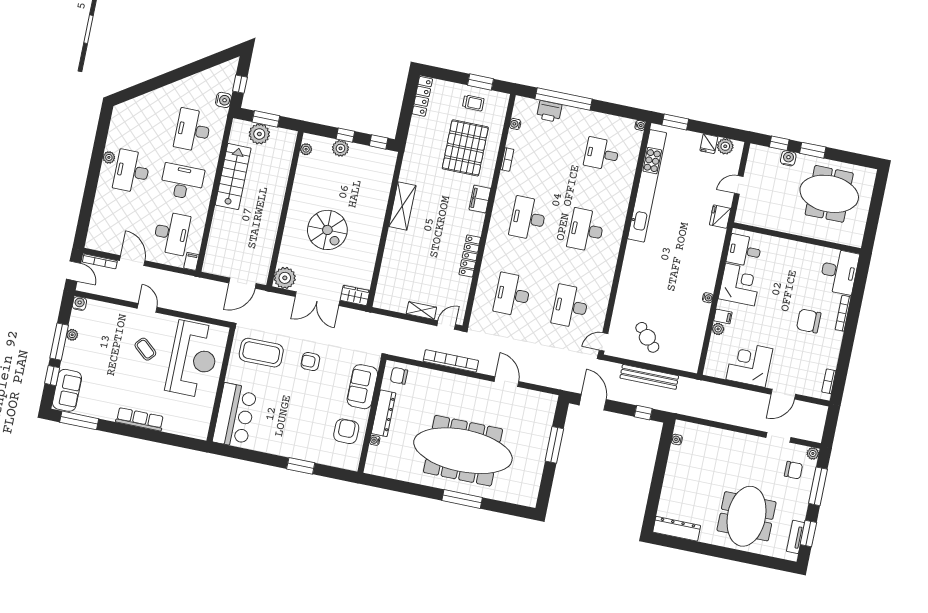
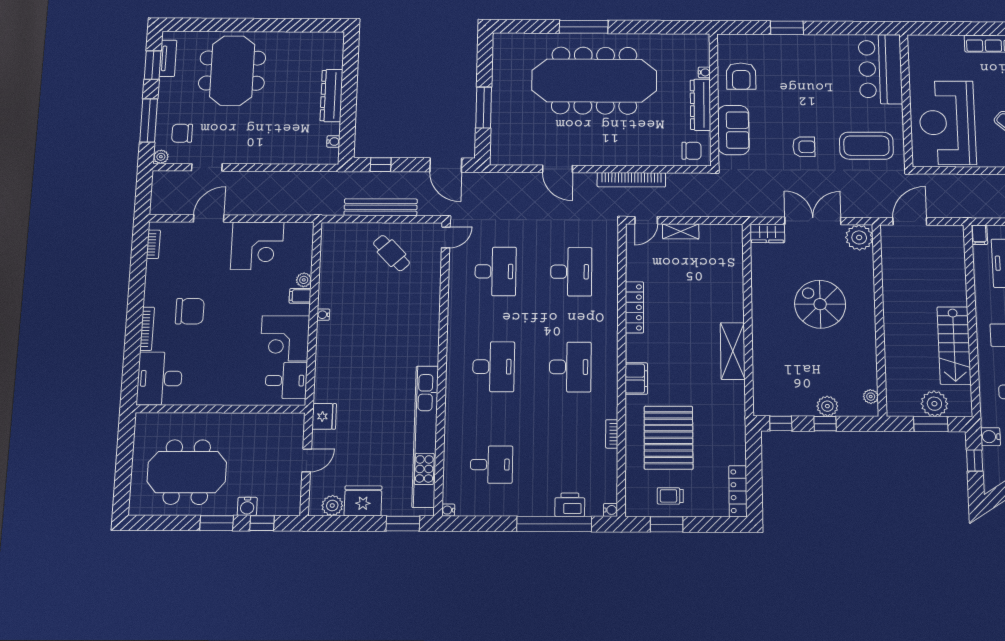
water cooler: (515, 124) -> (611, 510), moved
fridge: (709, 144) -> (363, 501), width x1.88, depth x1.34
dresser: (677, 529) -> (331, 96), moved, turned 90

